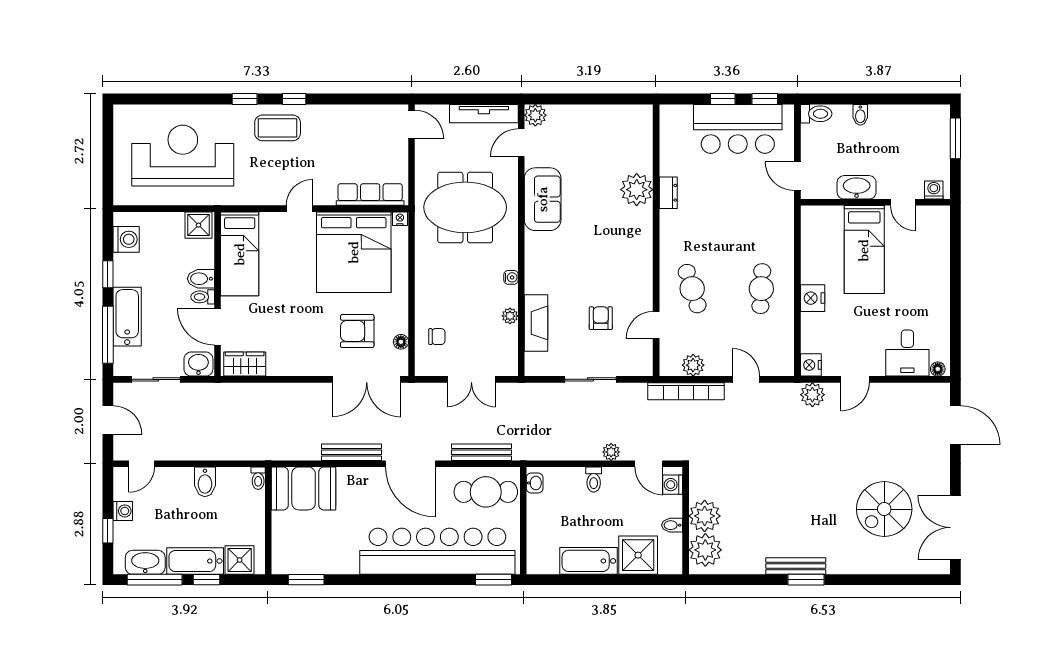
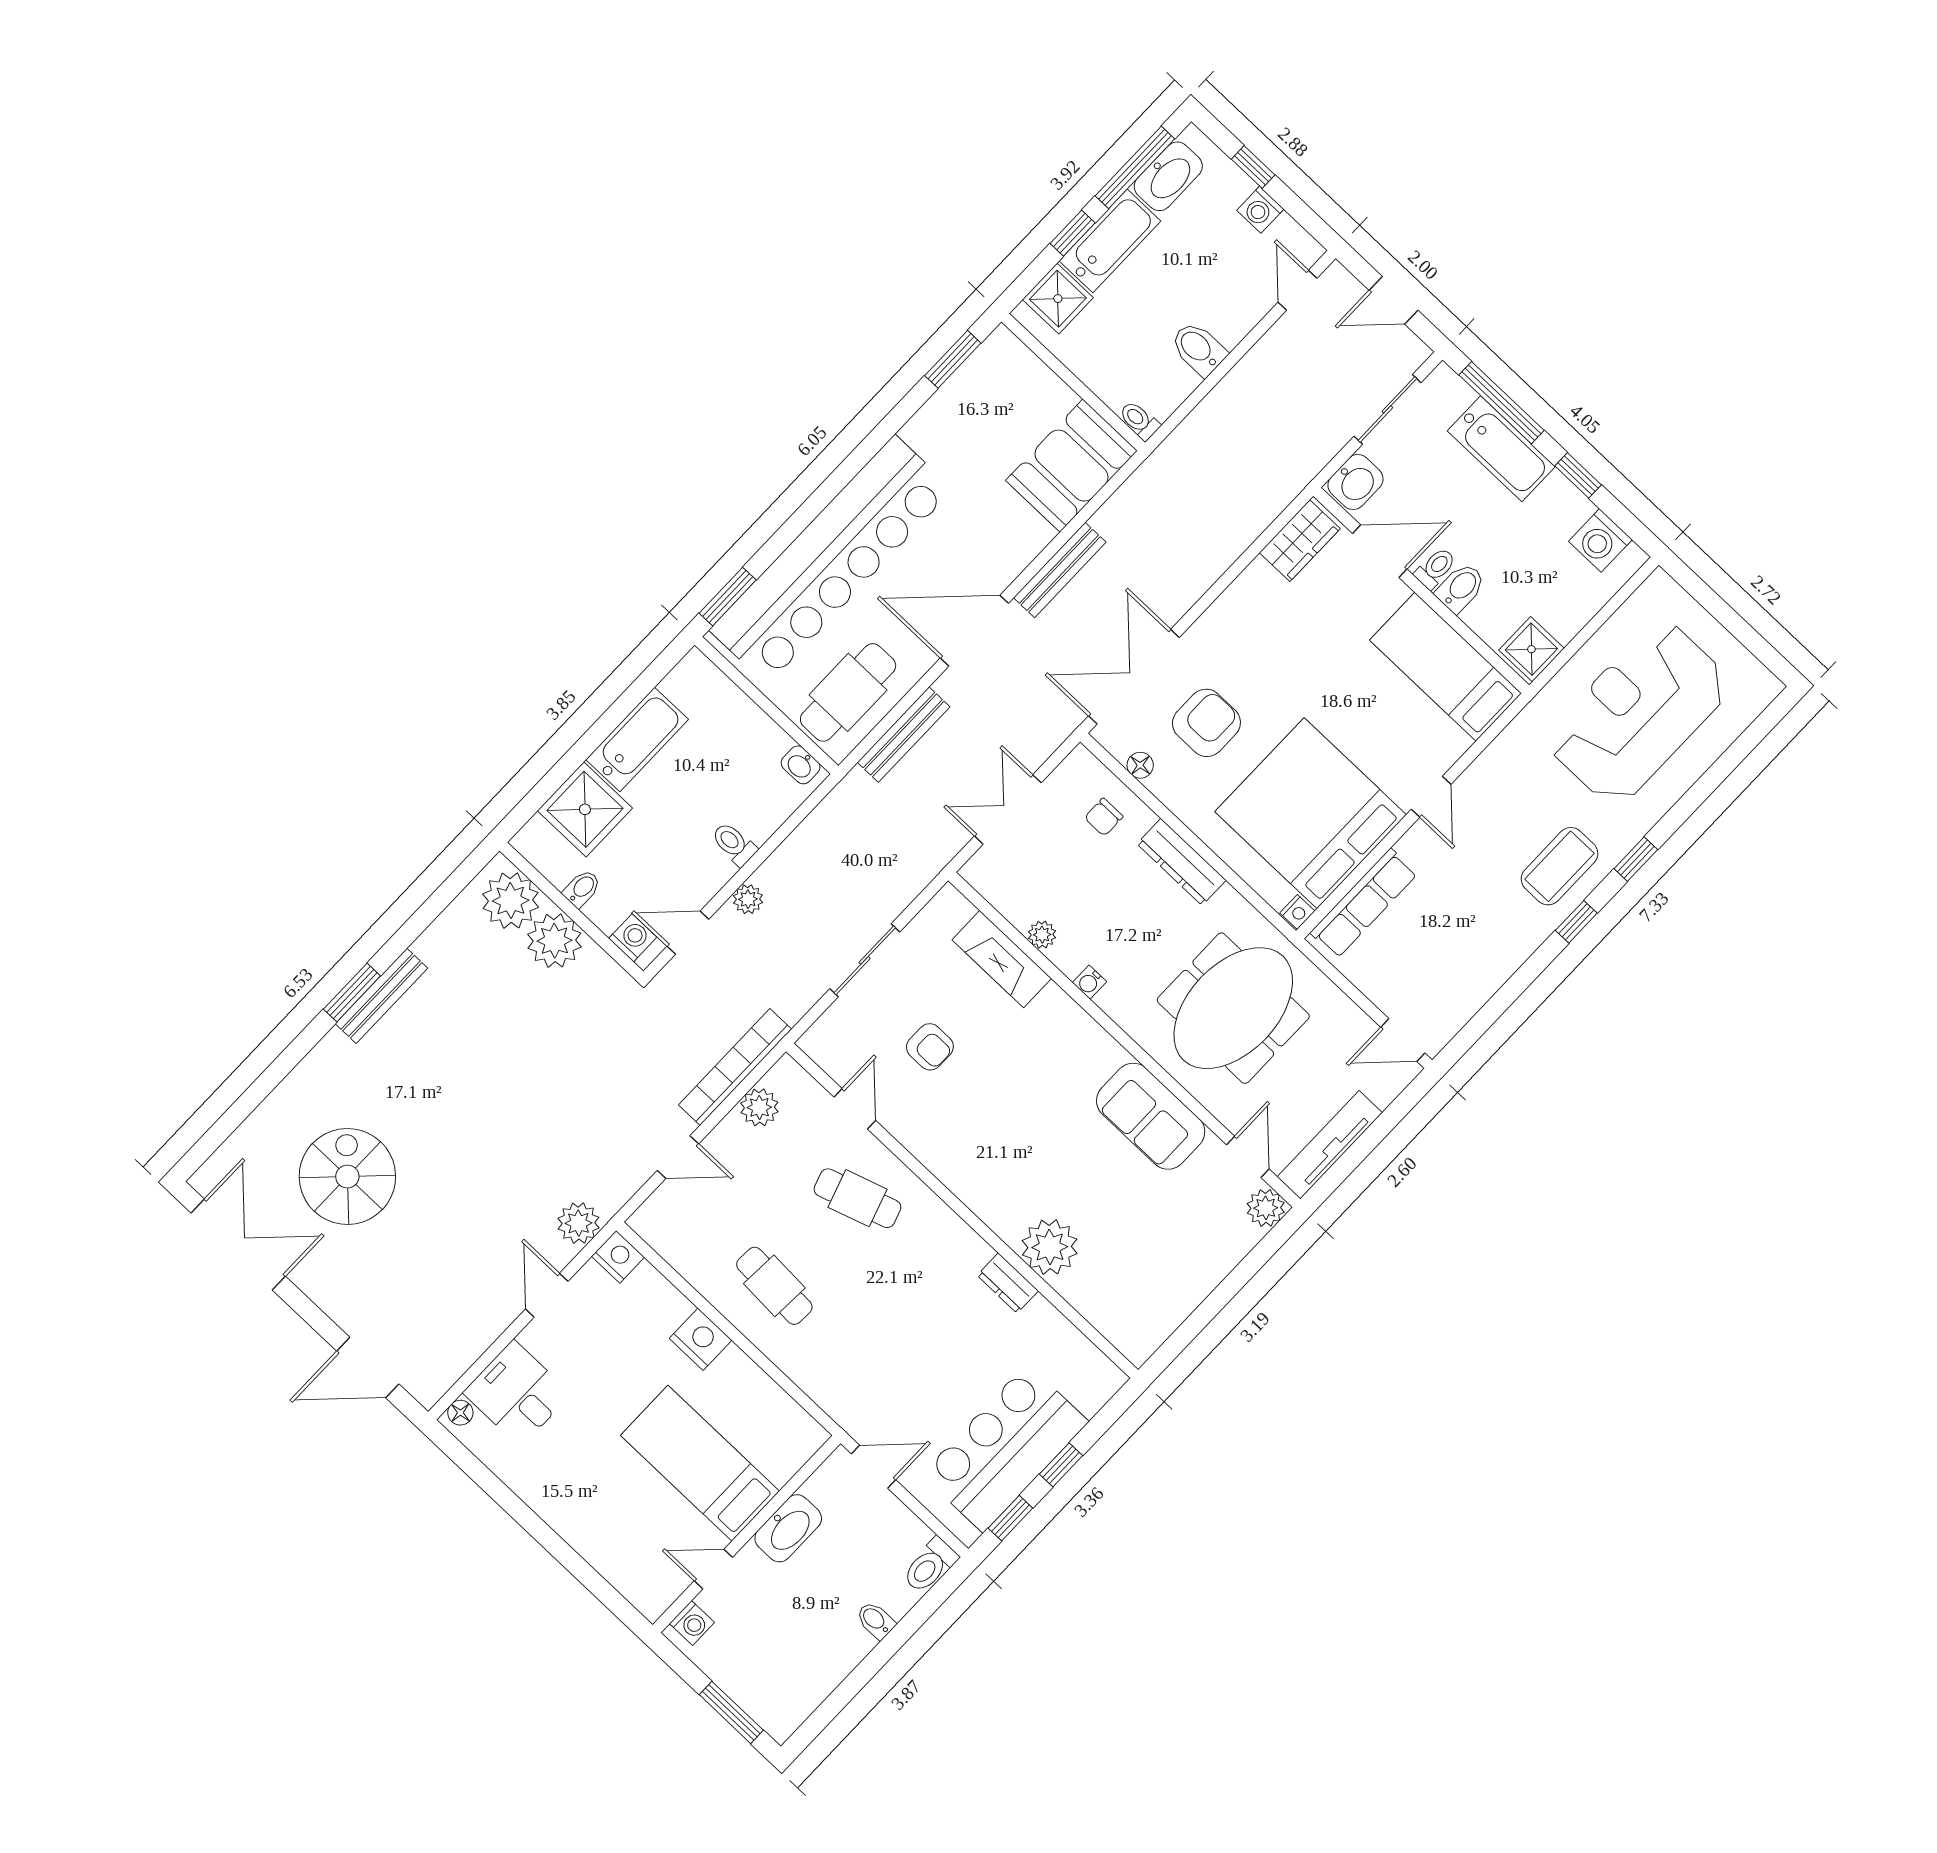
reception desk: (183, 156) -> (1638, 713), turned 180
dresser: (425, 287) -> (1181, 862), added

